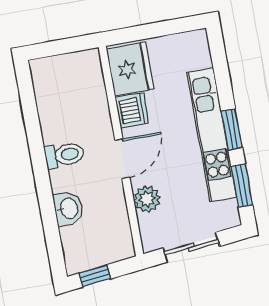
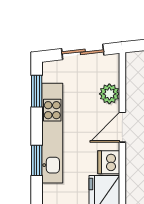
window: (232, 129) -> (37, 160), moved

